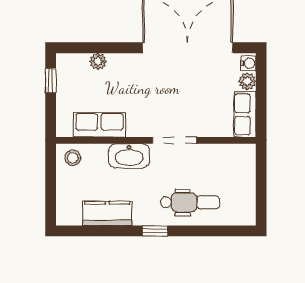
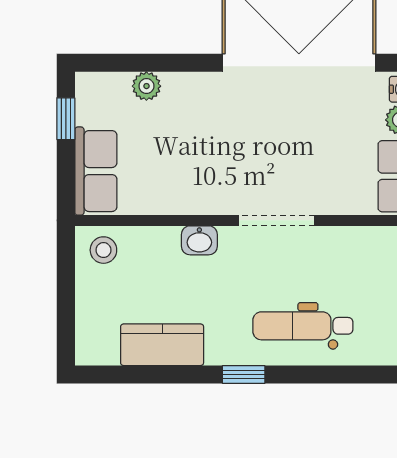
row of seats: (99, 125) -> (96, 171), moved, turned 90
washbasin: (129, 156) -> (199, 240), width x0.52, depth x0.69
dental chair: (190, 202) -> (303, 326), turned 180

